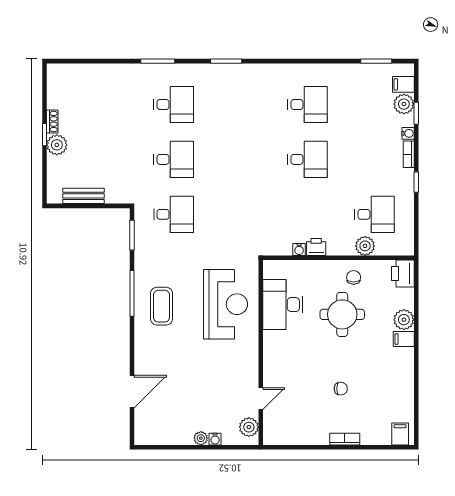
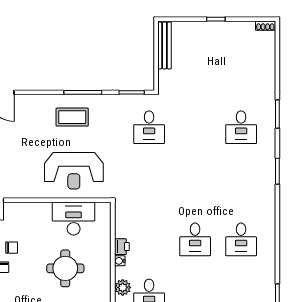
shoe rack: (52, 122) -> (265, 26), moved
plant: (57, 145) -> (207, 29), removed
desk: (174, 159) -> (195, 127), removed
bench: (84, 196) -> (165, 46), width x1.36
water cooler: (299, 249) -> (120, 261), moved
chair: (354, 277) -> (12, 248), moved

